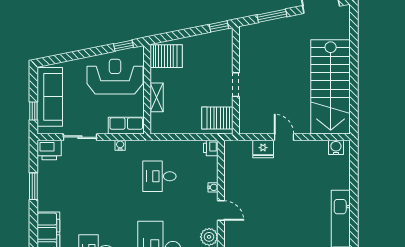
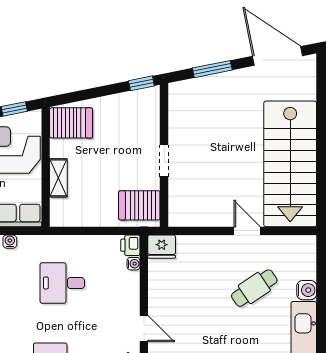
door: (284, 137) -> (247, 231), moved
water cooler: (336, 147) -> (307, 290), moved, turned 90
fridge: (263, 149) -> (162, 247), moved
cafe table: (304, 180) -> (254, 288), added
water cooler: (213, 187) -> (134, 264), moved

